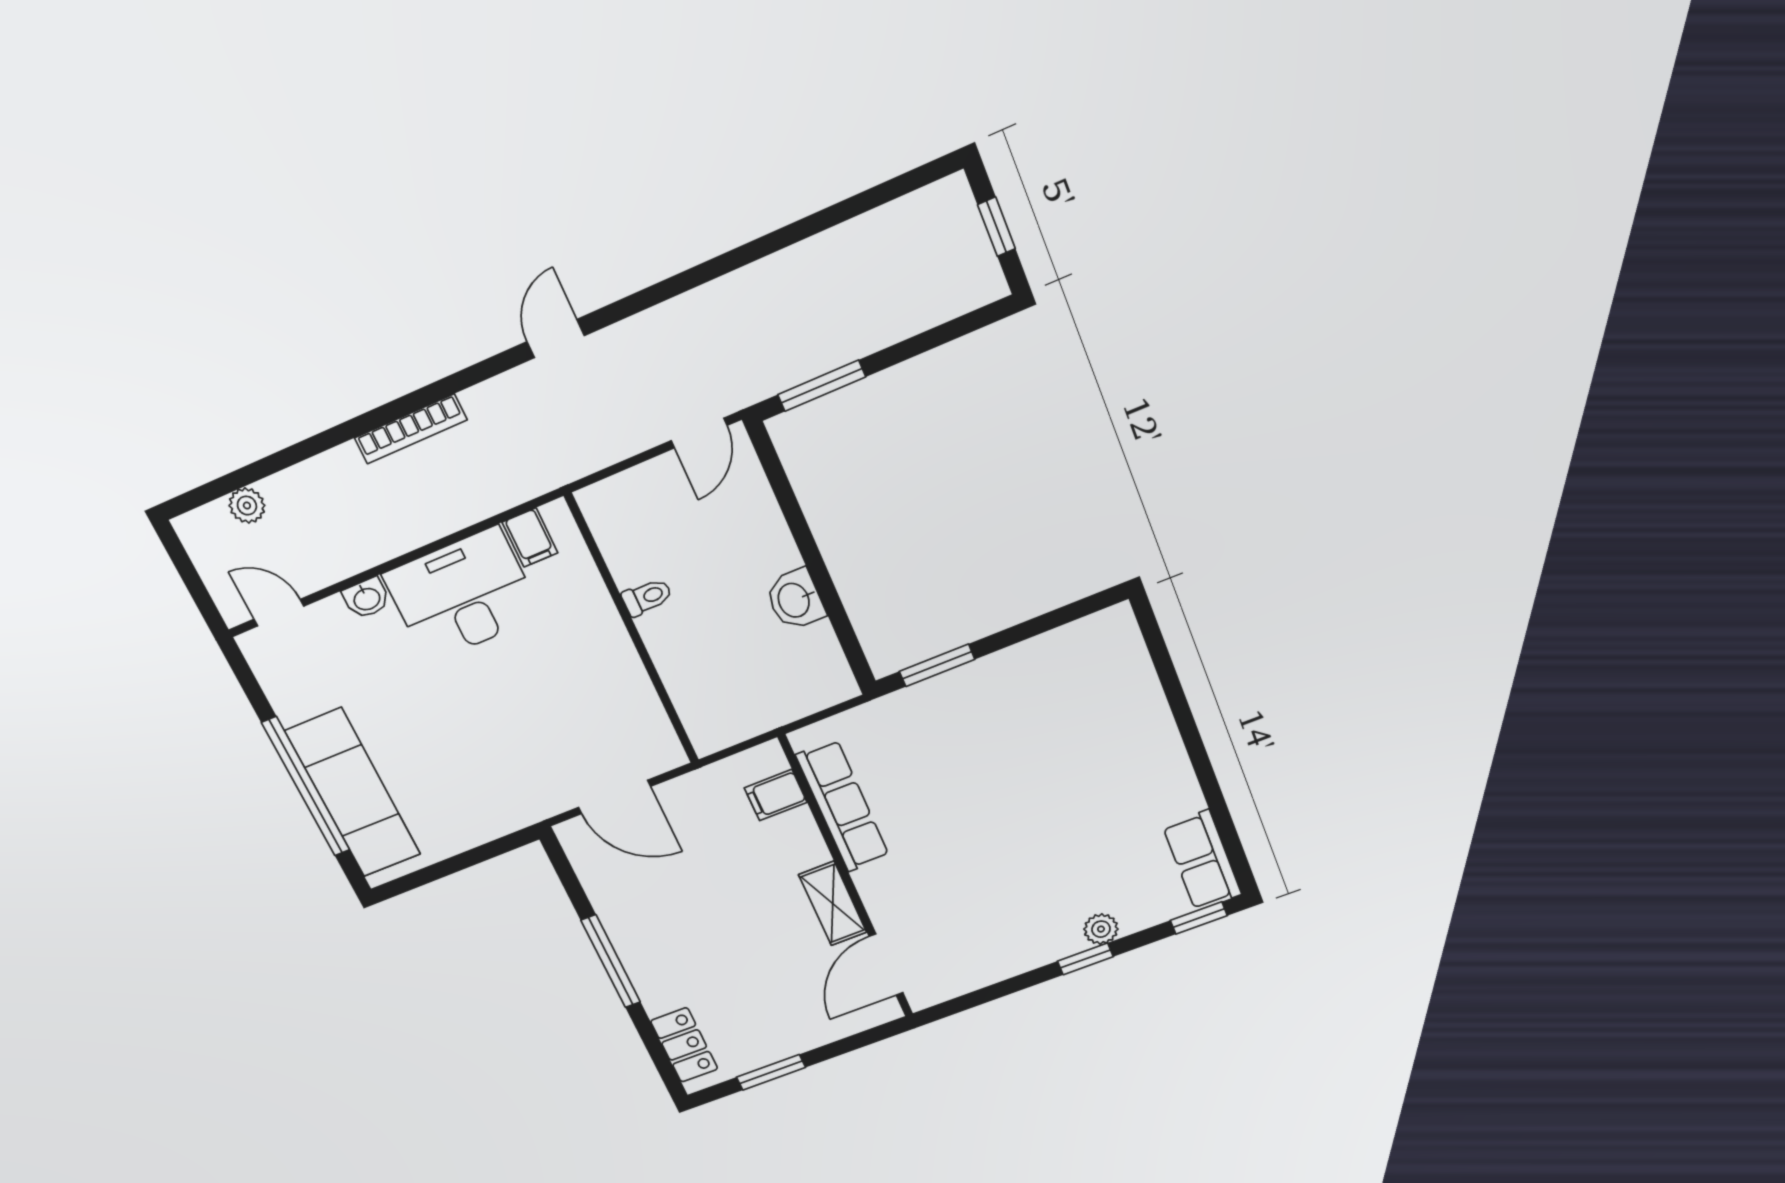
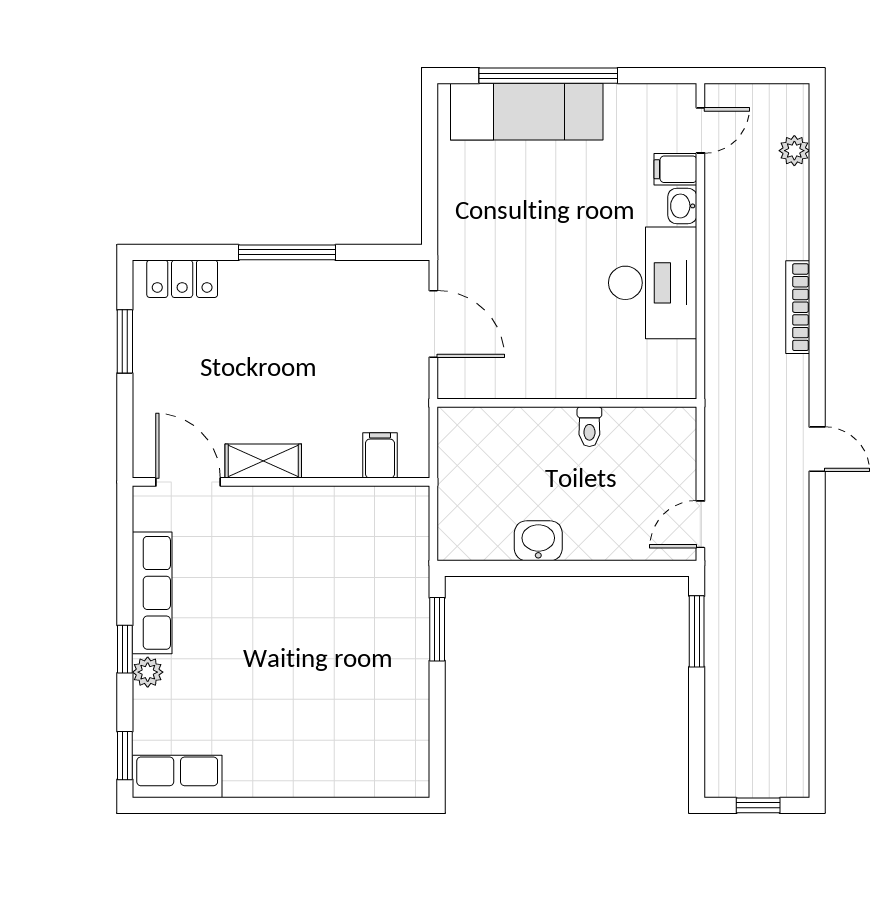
door: (699, 433) -> (700, 524), hinge flipped
filing cabinet: (530, 538) -> (675, 169), moved
door: (614, 797) -> (433, 324), swing flipped
row of seats: (843, 806) -> (152, 593), moved, turned -90

